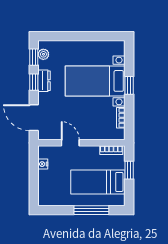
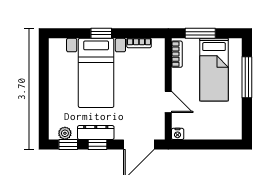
dresser: (44, 81) -> (96, 133), width x1.44
door: (70, 143) -> (168, 102), swing flipped
nightstand: (43, 164) -> (178, 134), moved
window: (129, 170) -> (200, 33), width x1.50

